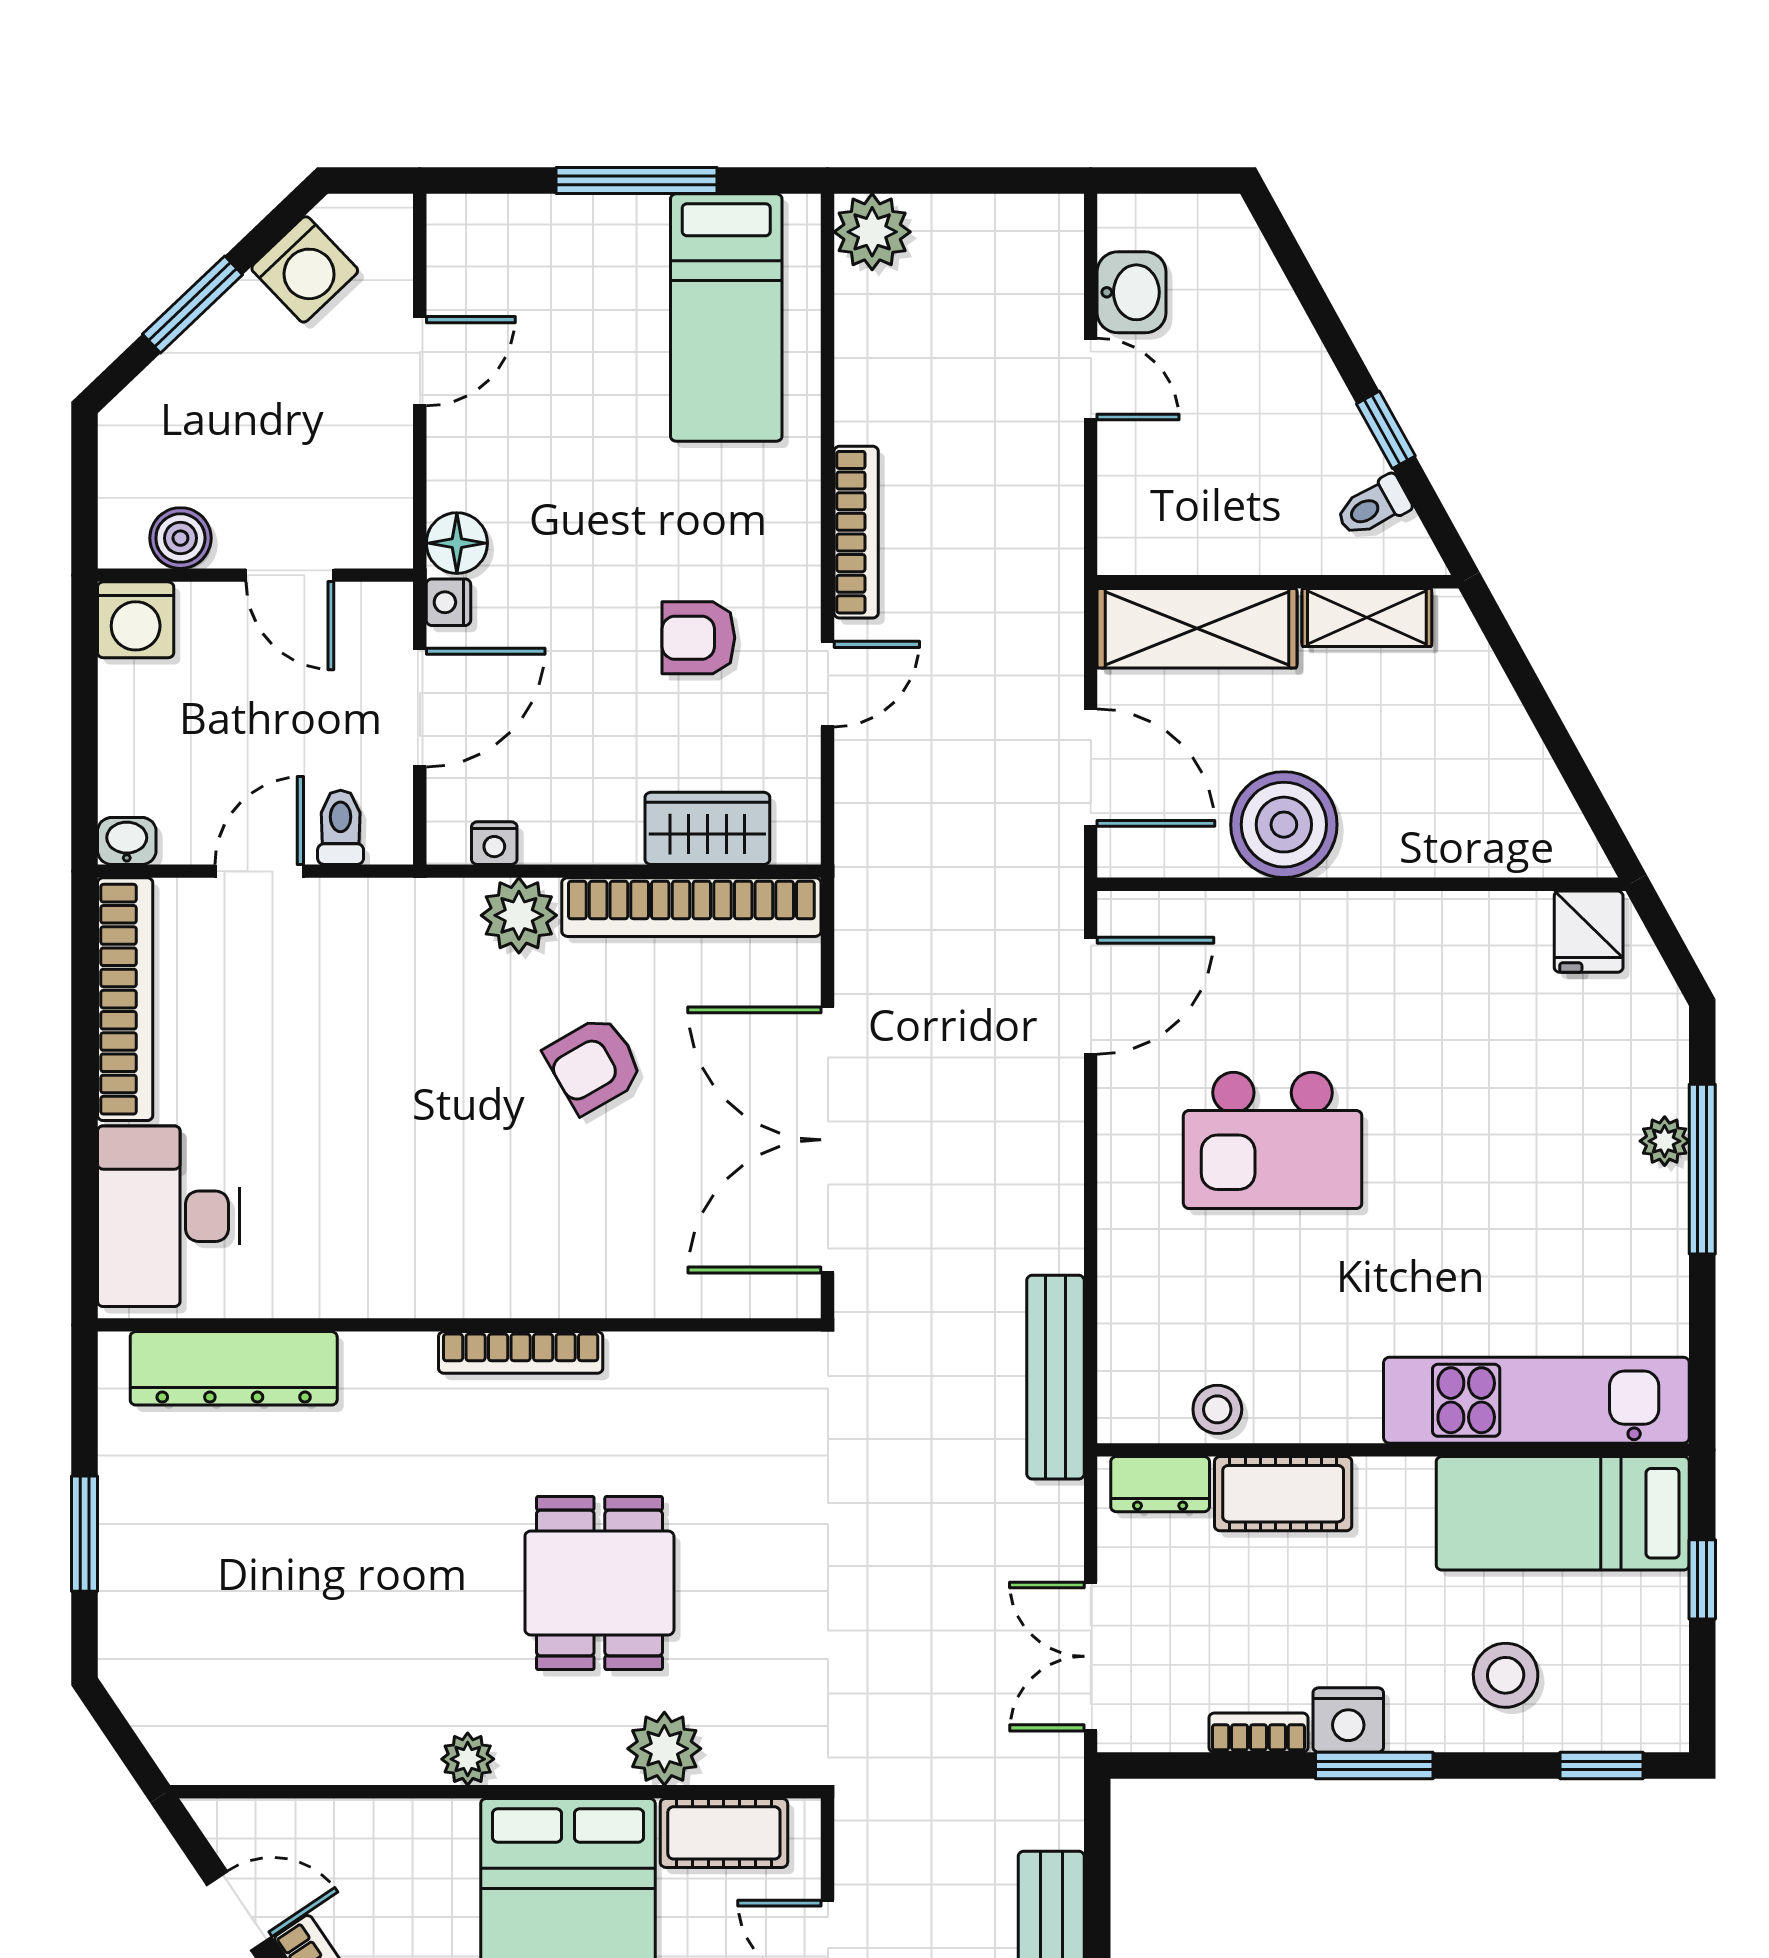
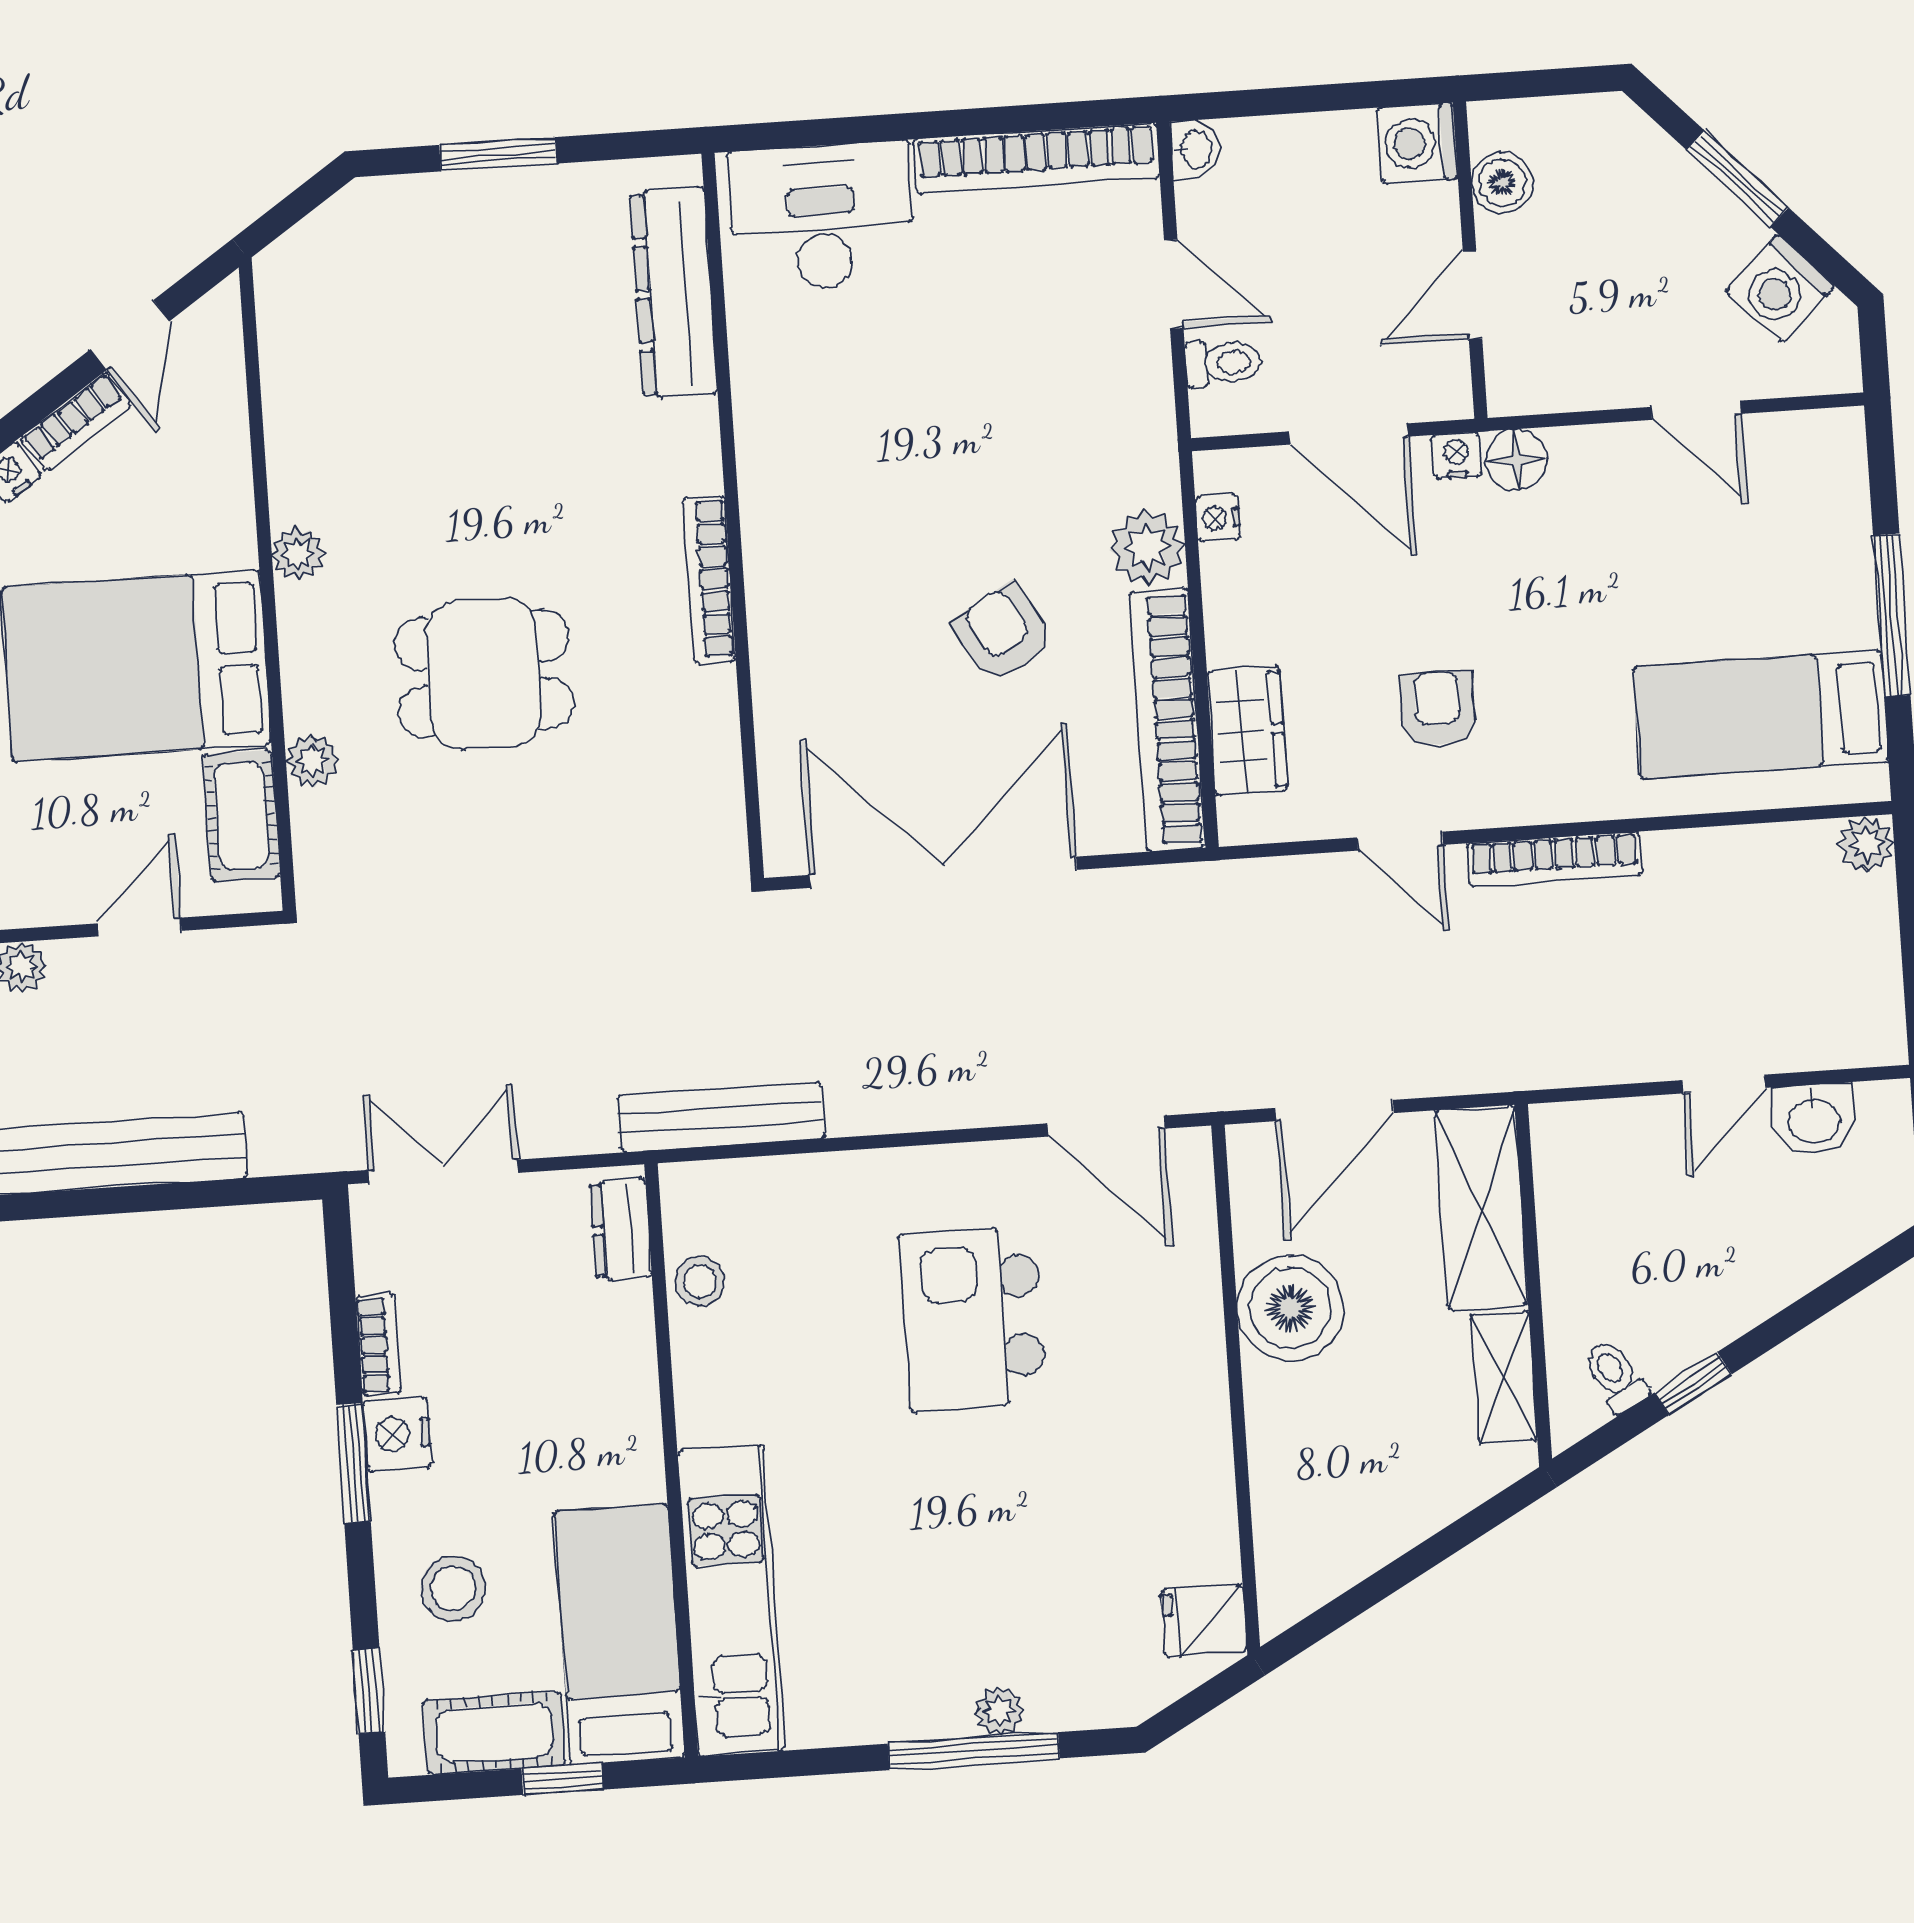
plant: (872, 232) -> (1866, 844), width x0.73, depth x0.73
cot: (1283, 1494) -> (494, 1733), moved, turned 90
plant: (664, 1749) -> (313, 761), width x0.73, depth x0.73

